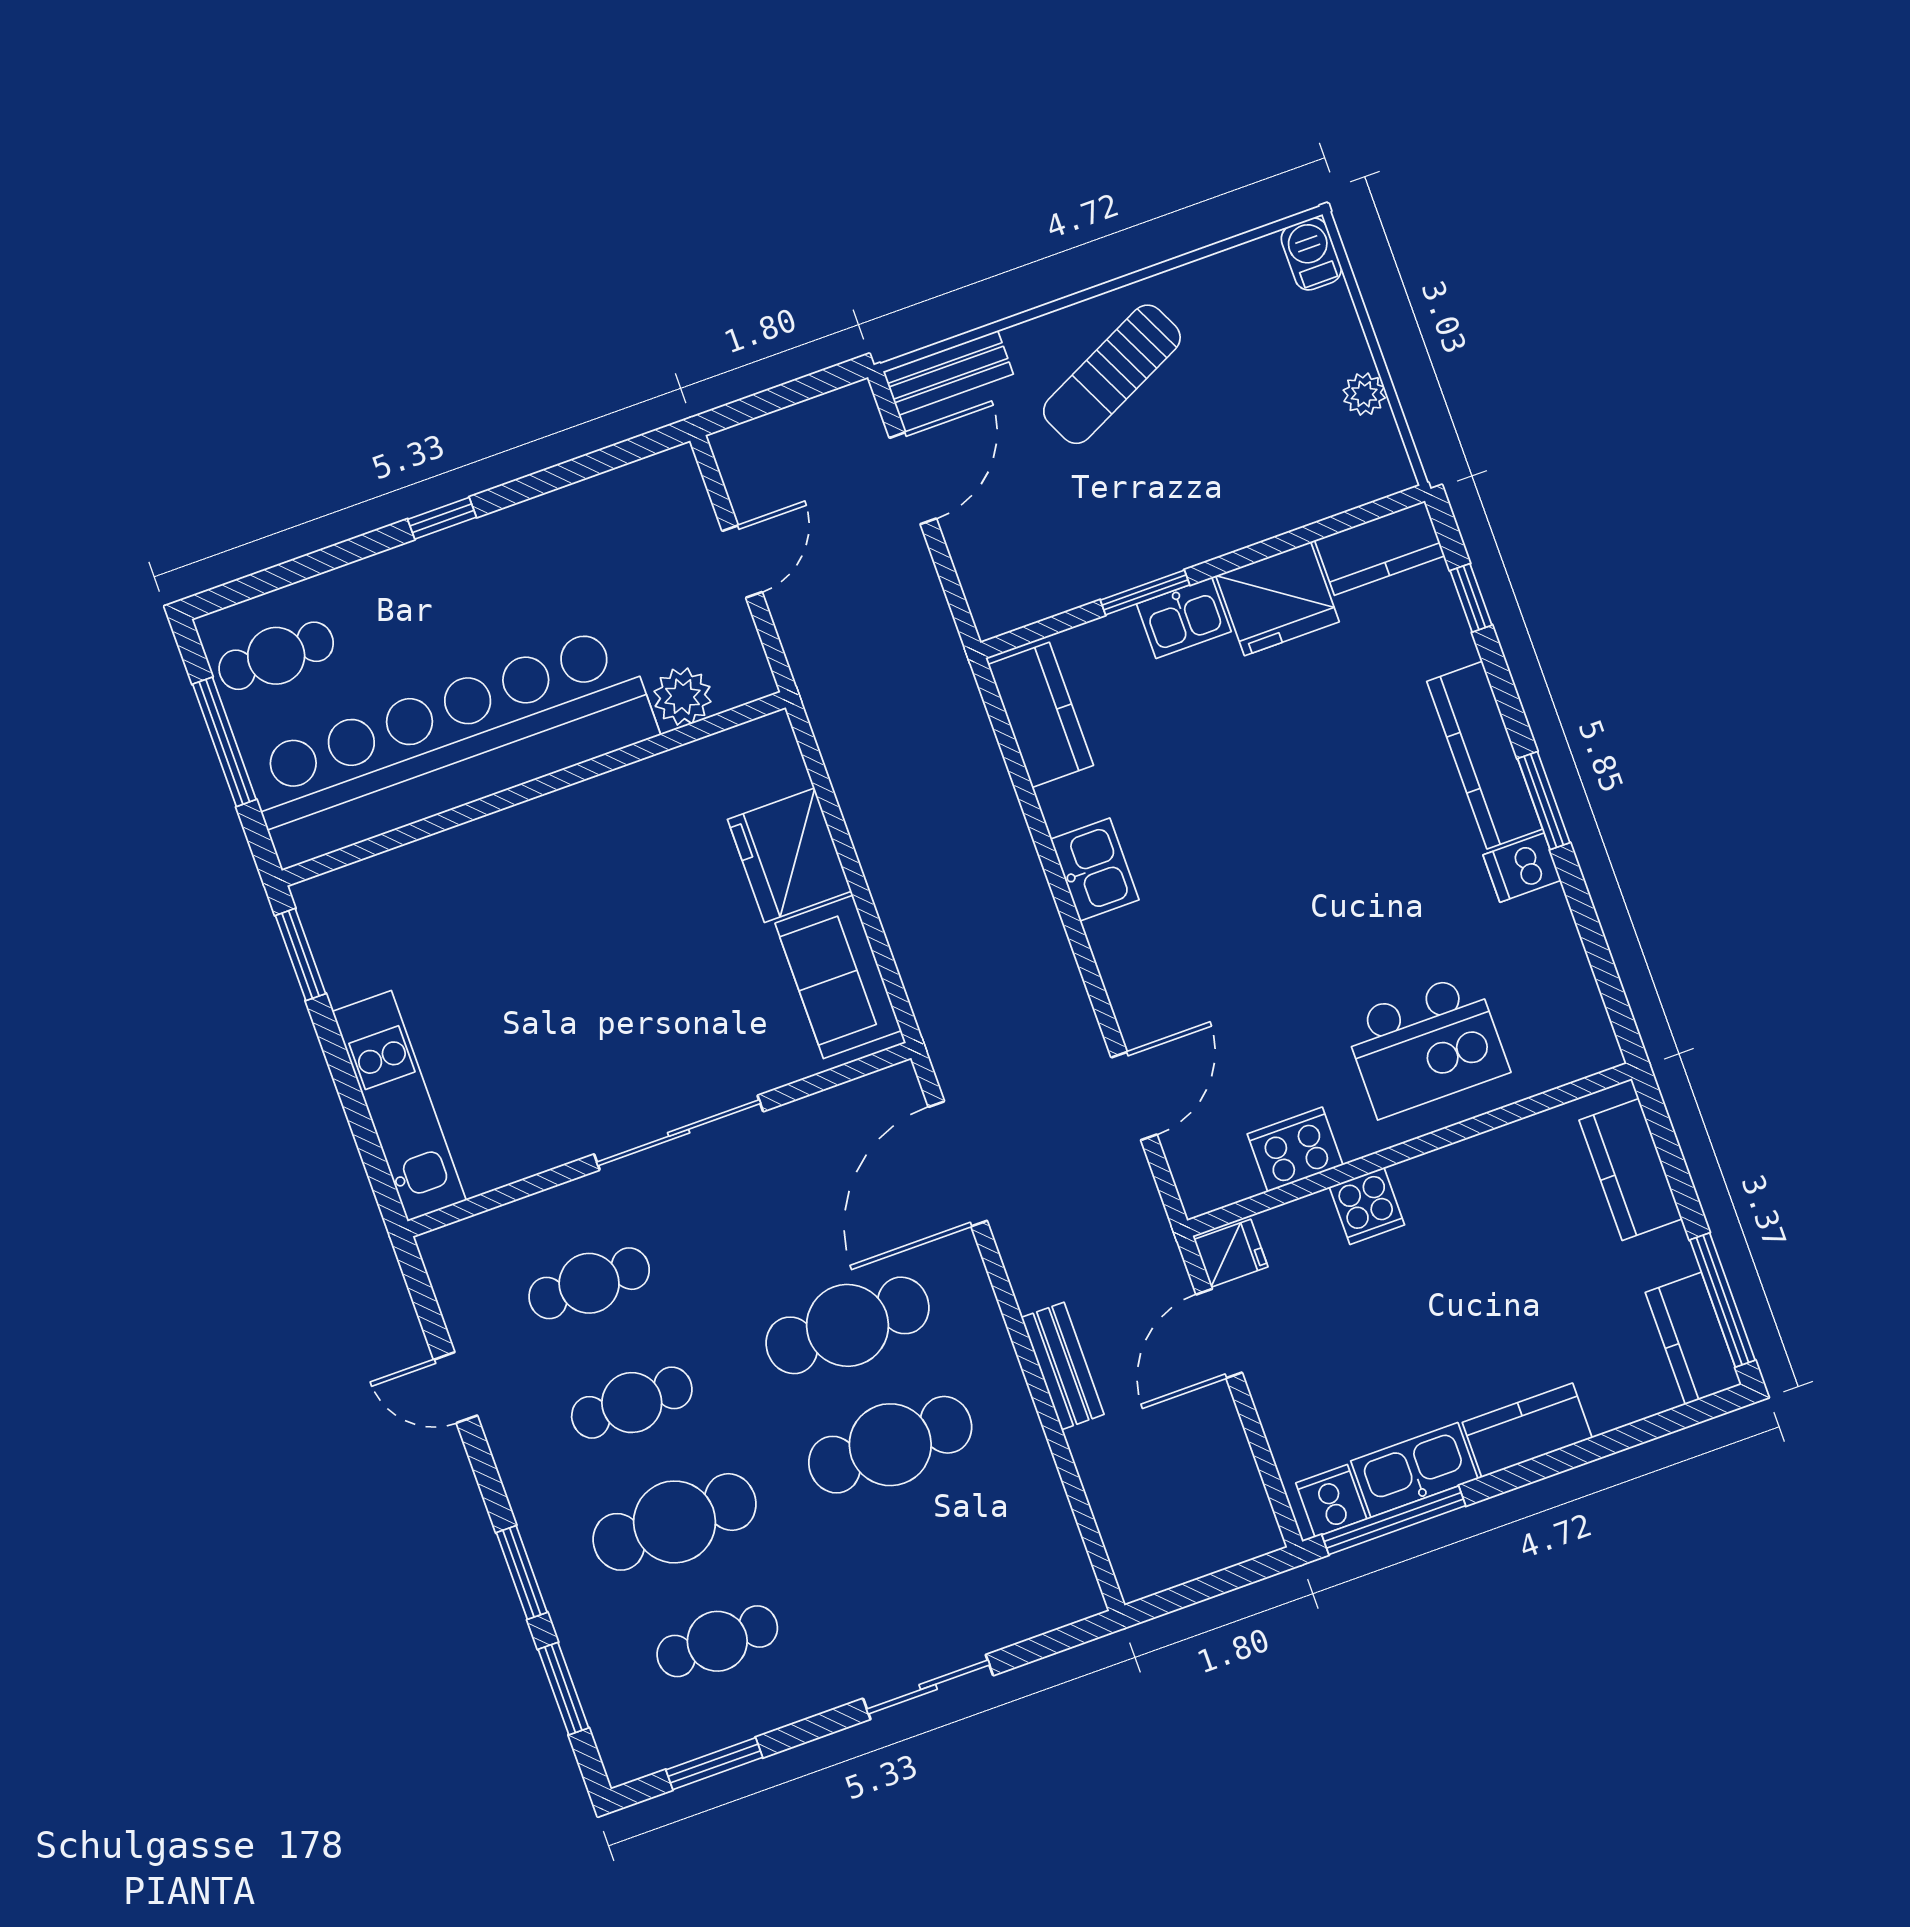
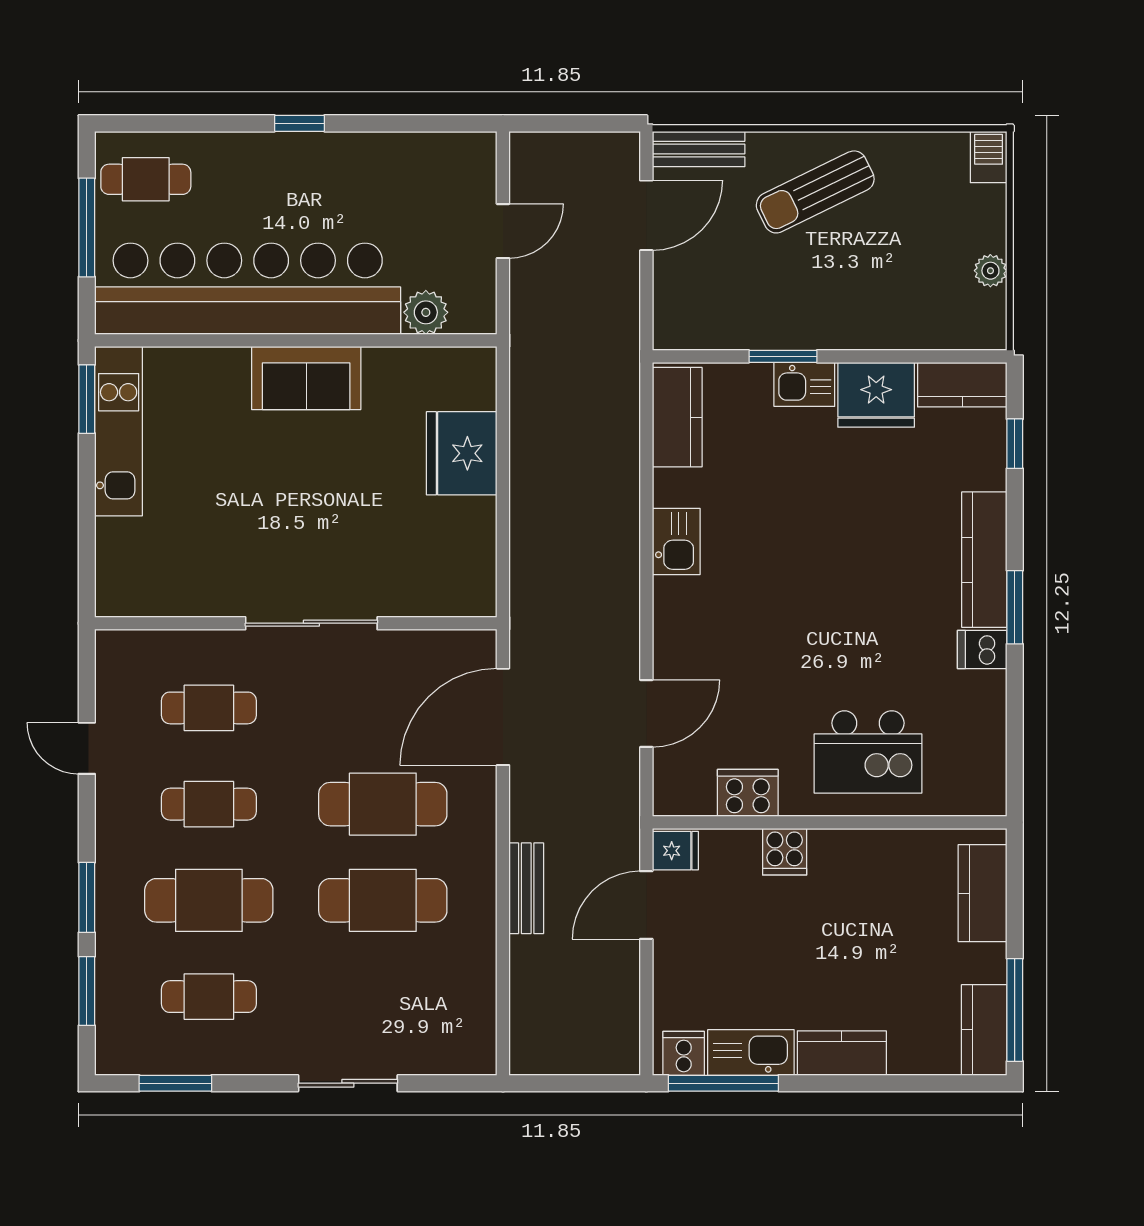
sofa: (838, 977) -> (306, 378), moved, turned -90
kitchen unit: (399, 1106) -> (119, 431), moved

